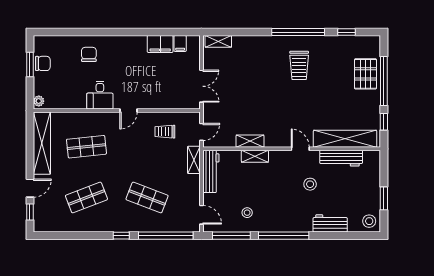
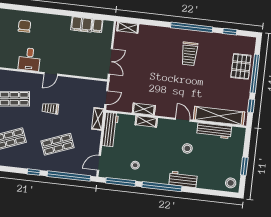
trolley: (165, 132) -> (50, 108), moved
shop shelf: (147, 197) -> (58, 144), turned -42
door: (201, 215) -> (99, 163), swing flipped
workbench: (330, 223) -> (183, 179), moved

